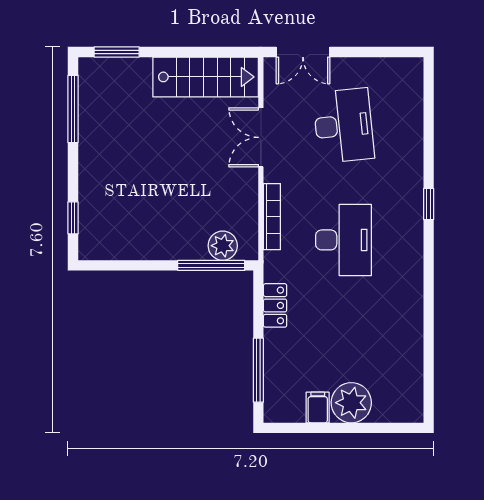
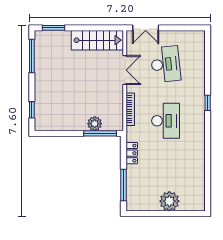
double door: (261, 137) -> (125, 70), swing flipped
plant: (223, 246) -> (95, 124), moved
filing cabinet: (318, 408) -> (153, 204), removed

